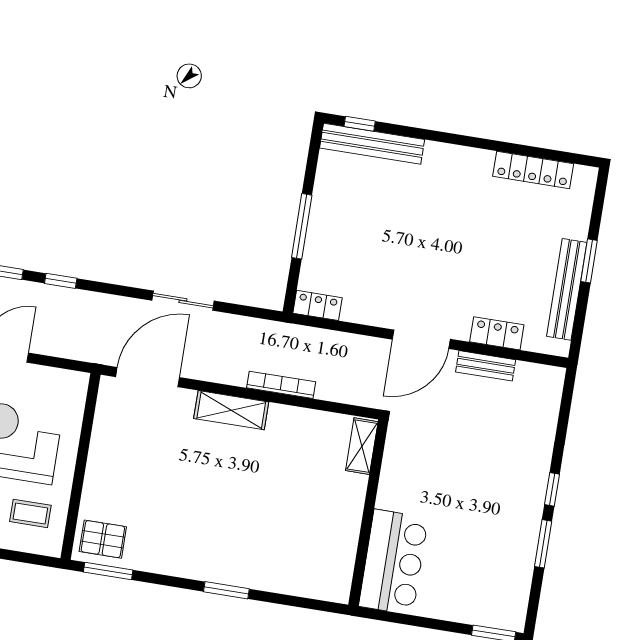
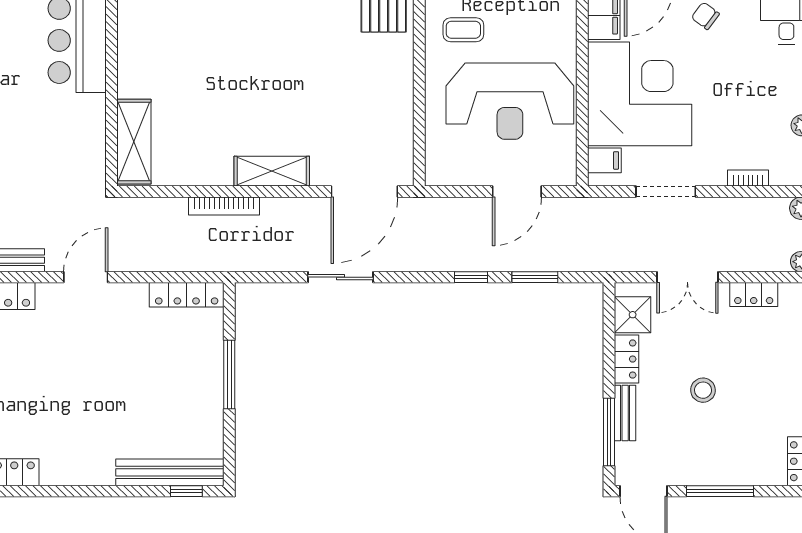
locker: (317, 305) -> (187, 295), width x1.53
door: (421, 339) -> (86, 277), width x0.73
shelving: (362, 446) -> (134, 142), width x1.50, depth x1.33

